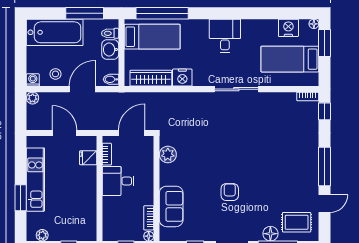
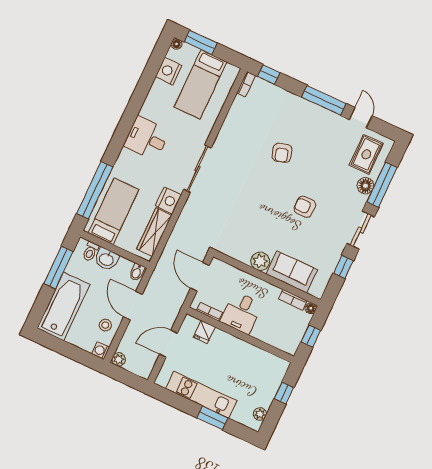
sliding door: (236, 89) -> (197, 169), moved
armchair: (265, 152) -> (282, 153), added
plant: (168, 155) -> (260, 261), moved

